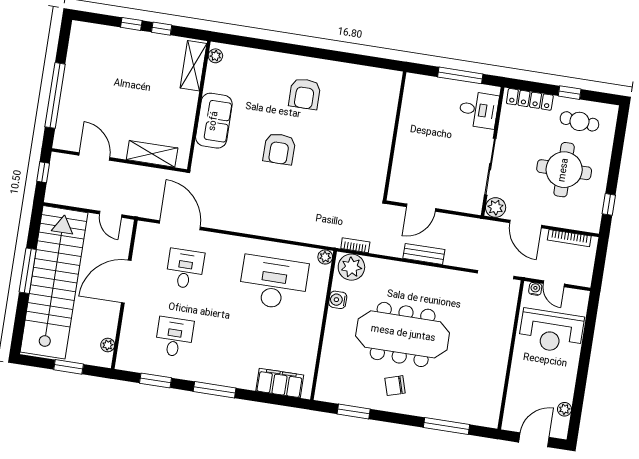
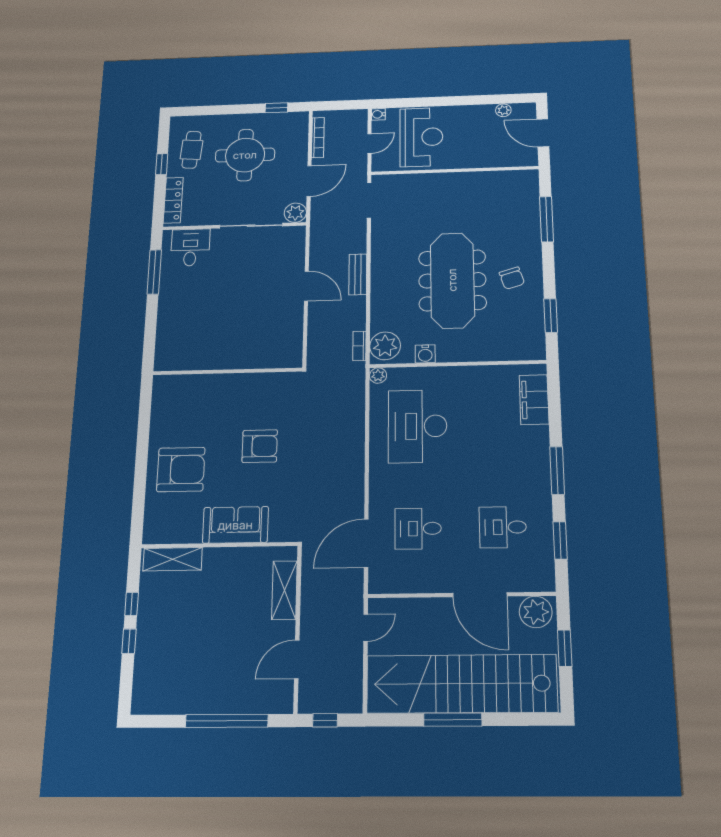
plant: (215, 56) -> (158, 536), removed
armchair: (305, 94) -> (181, 469), moved, width x1.36, depth x1.36
wall: (395, 136) -> (227, 371), moved
door: (126, 282) -> (480, 595), moved
water cooler: (535, 289) -> (378, 114), moved
plant: (108, 345) -> (536, 612), width x1.88, depth x1.88

